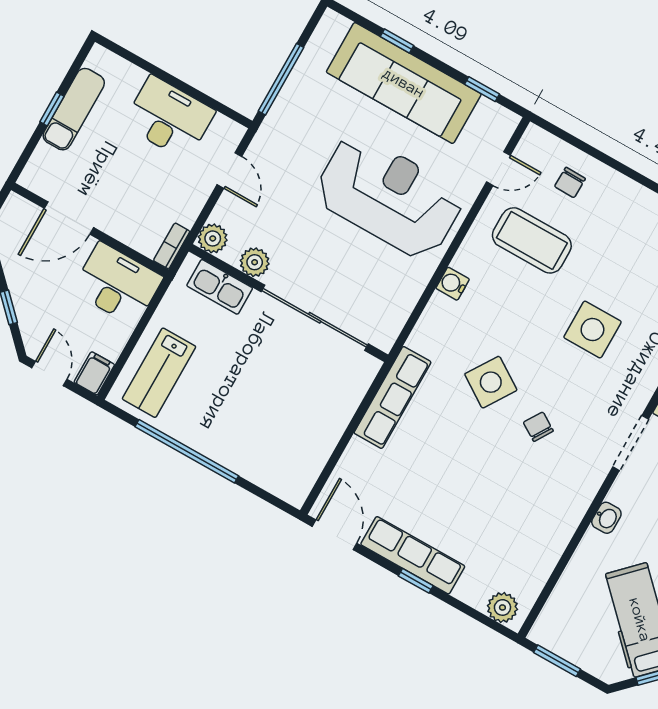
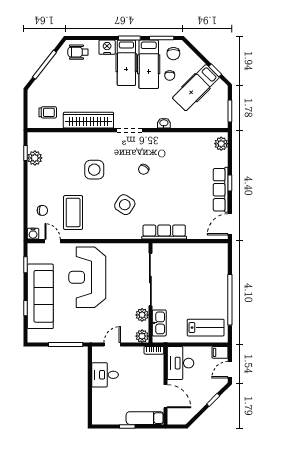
exam couch: (74, 109) -> (145, 418), moved
desk: (169, 118) -> (105, 375), width x0.73
water cooler: (453, 284) -> (33, 234), moved
side table: (491, 382) -> (125, 205), moved

